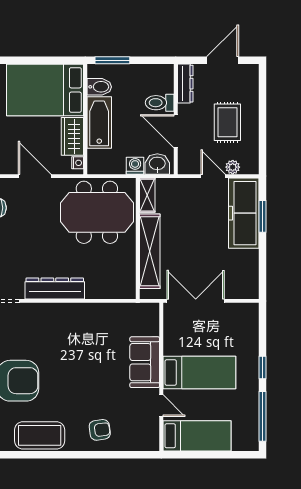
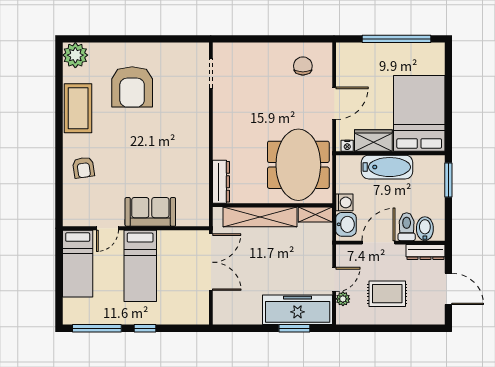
bidet: (99, 87) -> (425, 229), moved, turned 180
dresser: (55, 288) -> (221, 182), moved, width x0.73, depth x0.80

